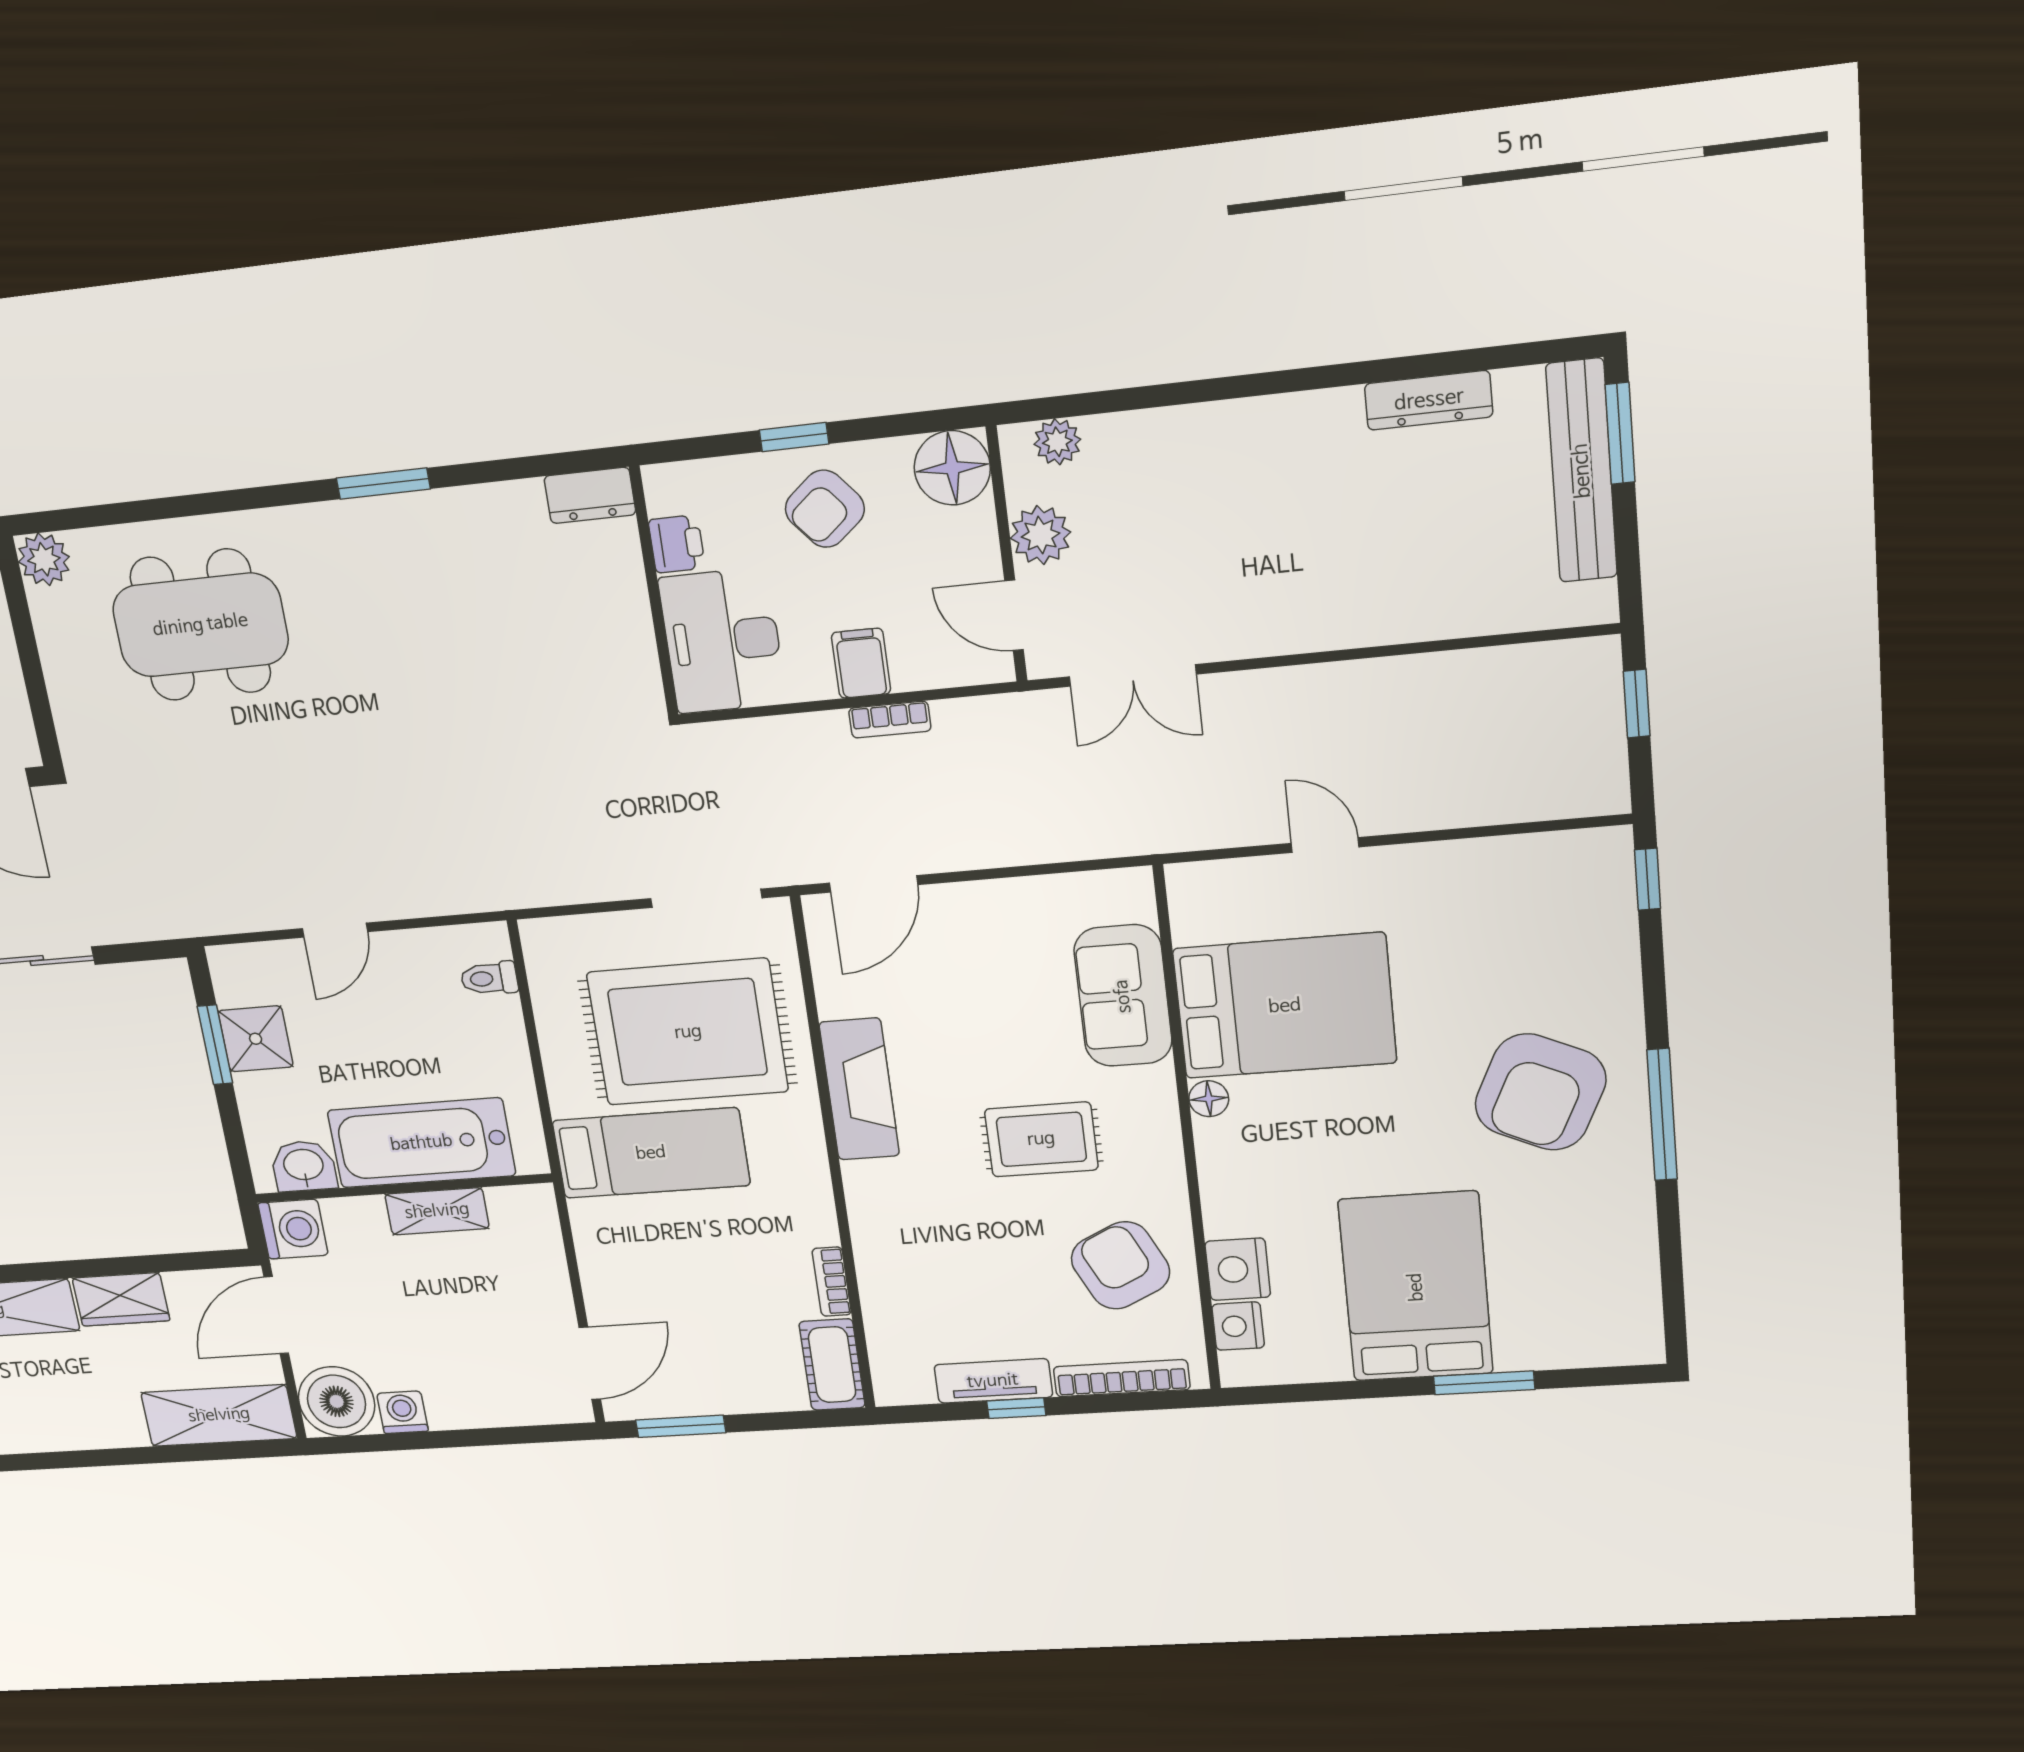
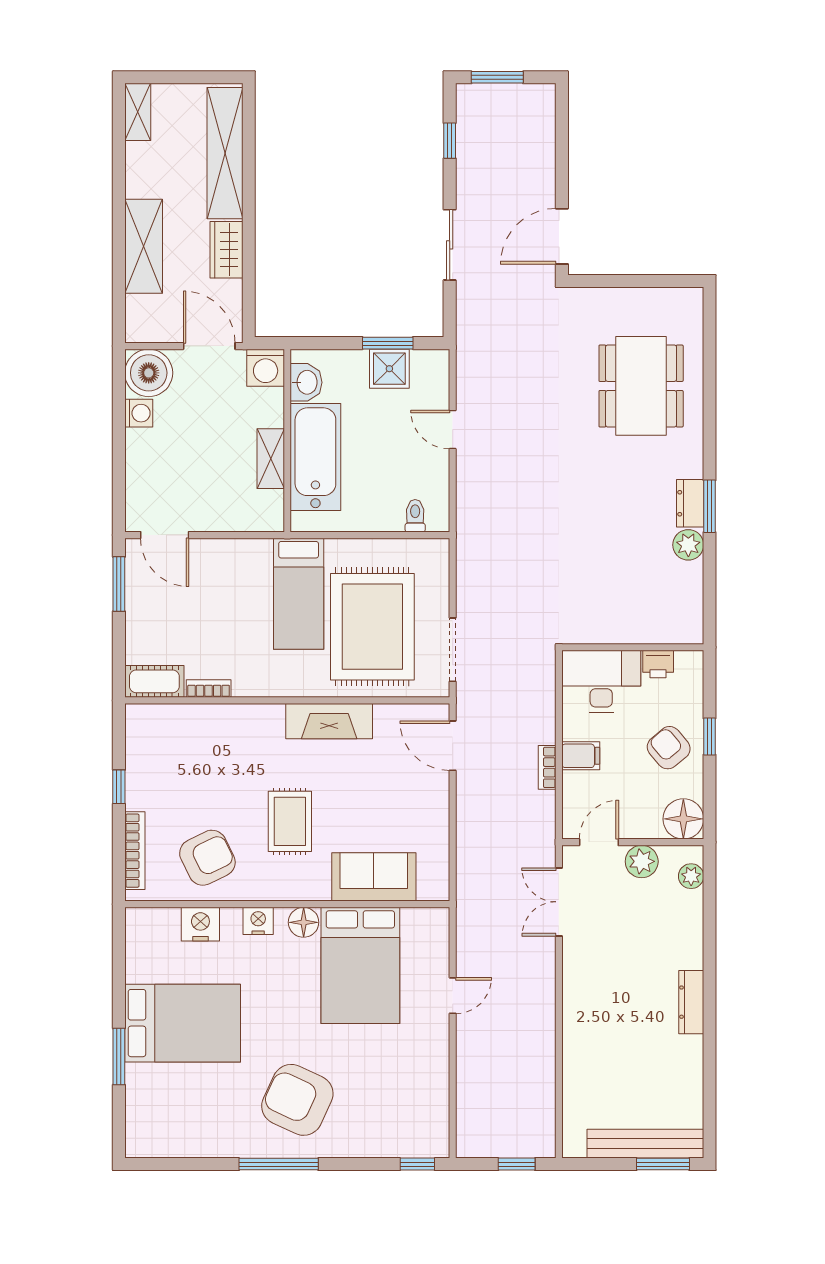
dresser: (1429, 400) -> (691, 1002), moved
dresser: (590, 495) -> (690, 503), moved
plant: (44, 559) -> (688, 545), moved
floor lamp: (1209, 1099) -> (304, 922), width x1.37, depth x1.37
nightstand: (1238, 1326) -> (258, 921), moved
tv unit: (993, 1381) -> (138, 776), removed
shelving: (219, 1415) -> (144, 246), moved

